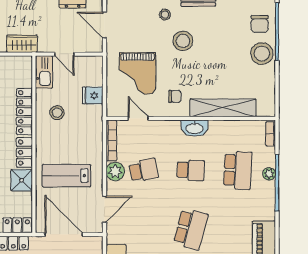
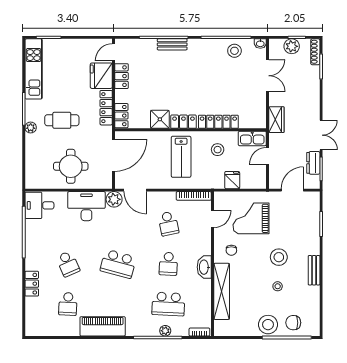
stool: (165, 15) -> (278, 286), moved
plant: (115, 171) -> (114, 199), moved
lab bench: (66, 176) -> (181, 157), moved, turned 180

